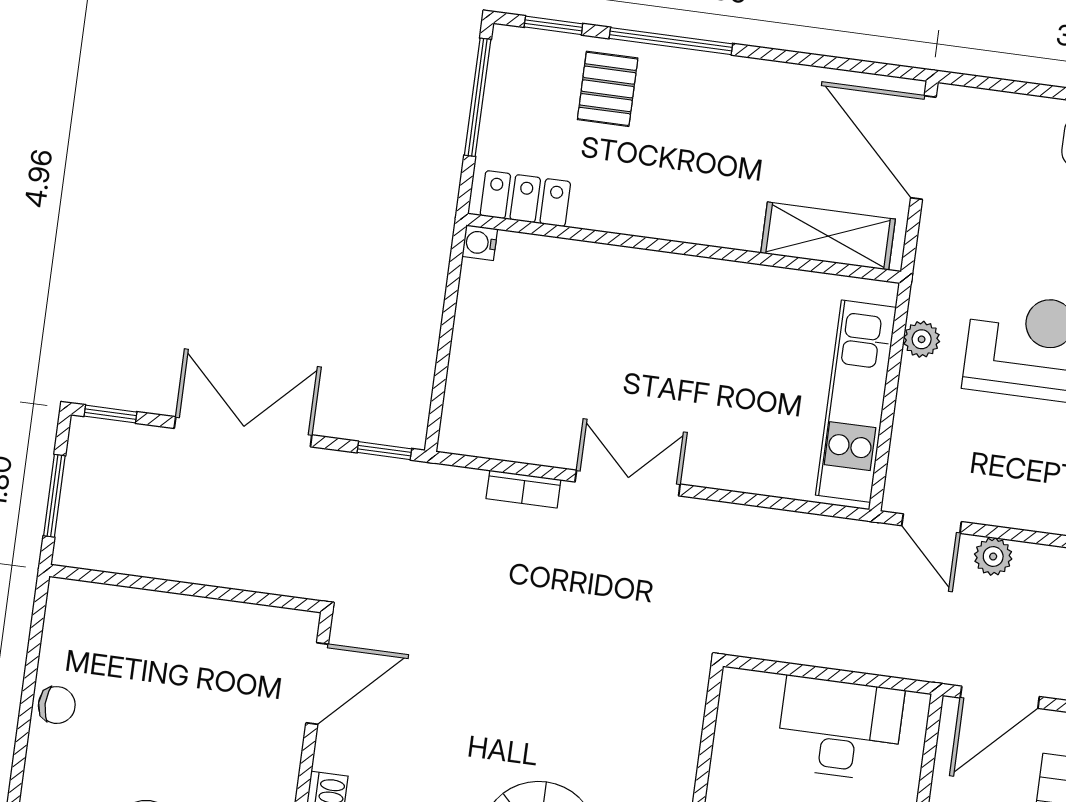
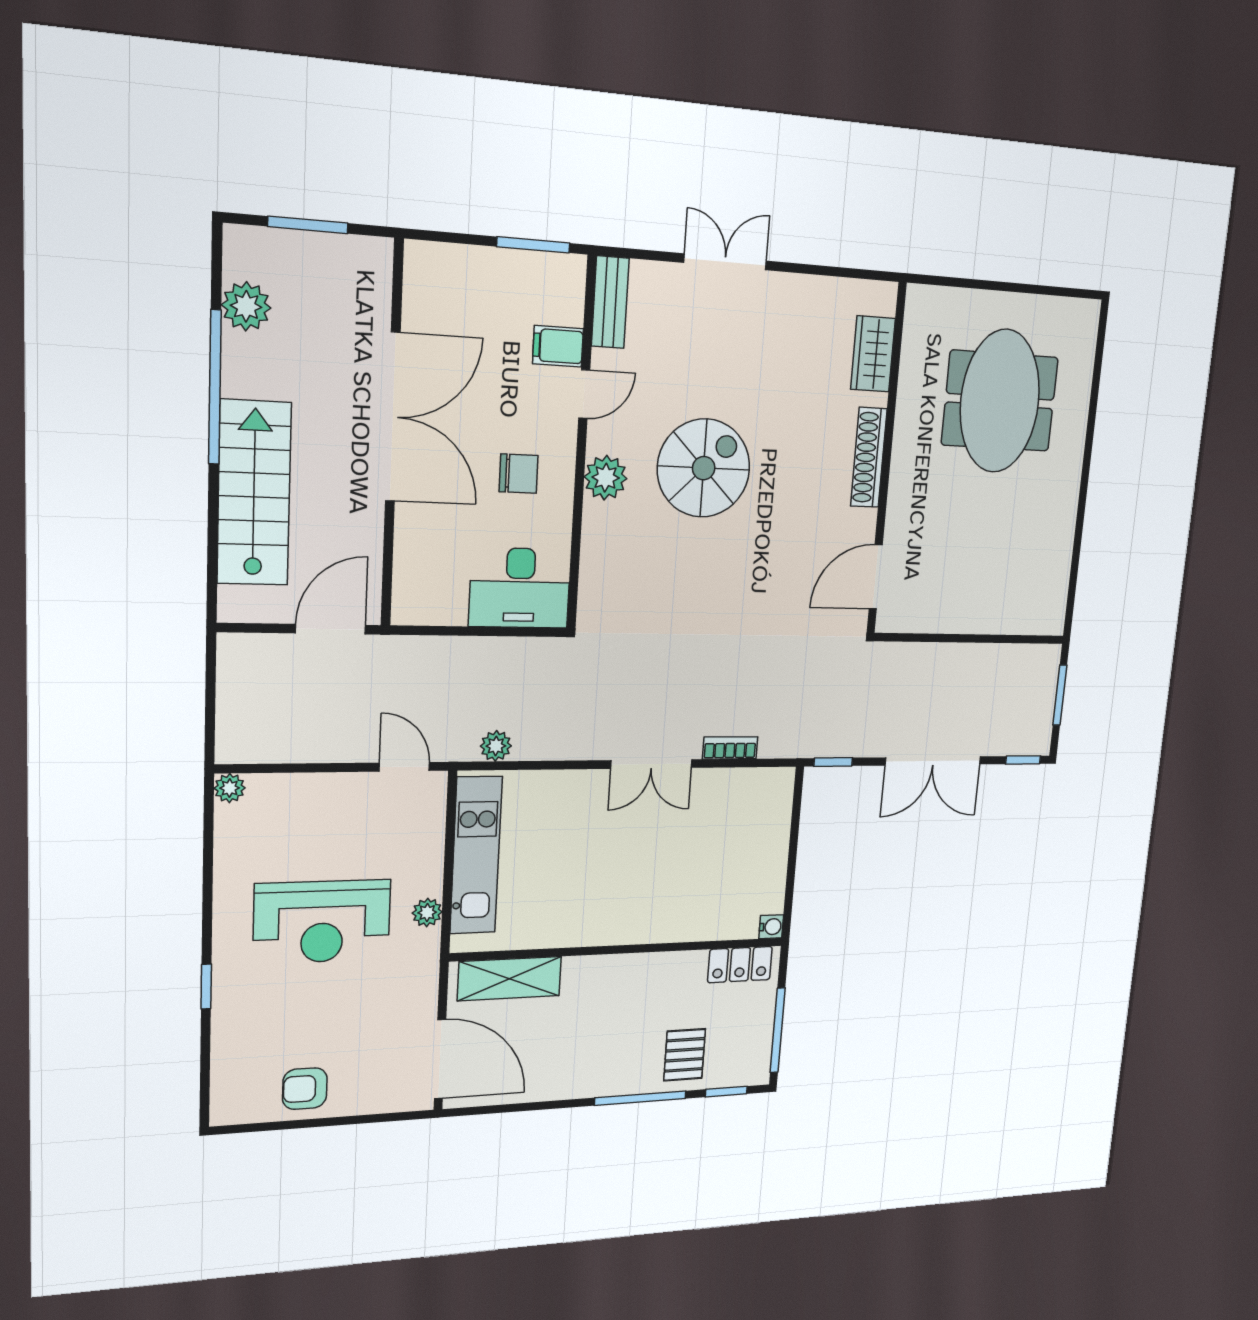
plant: (993, 556) -> (496, 746), moved
chair: (57, 705) -> (1058, 539), removed
desk: (840, 729) -> (520, 588), moved

